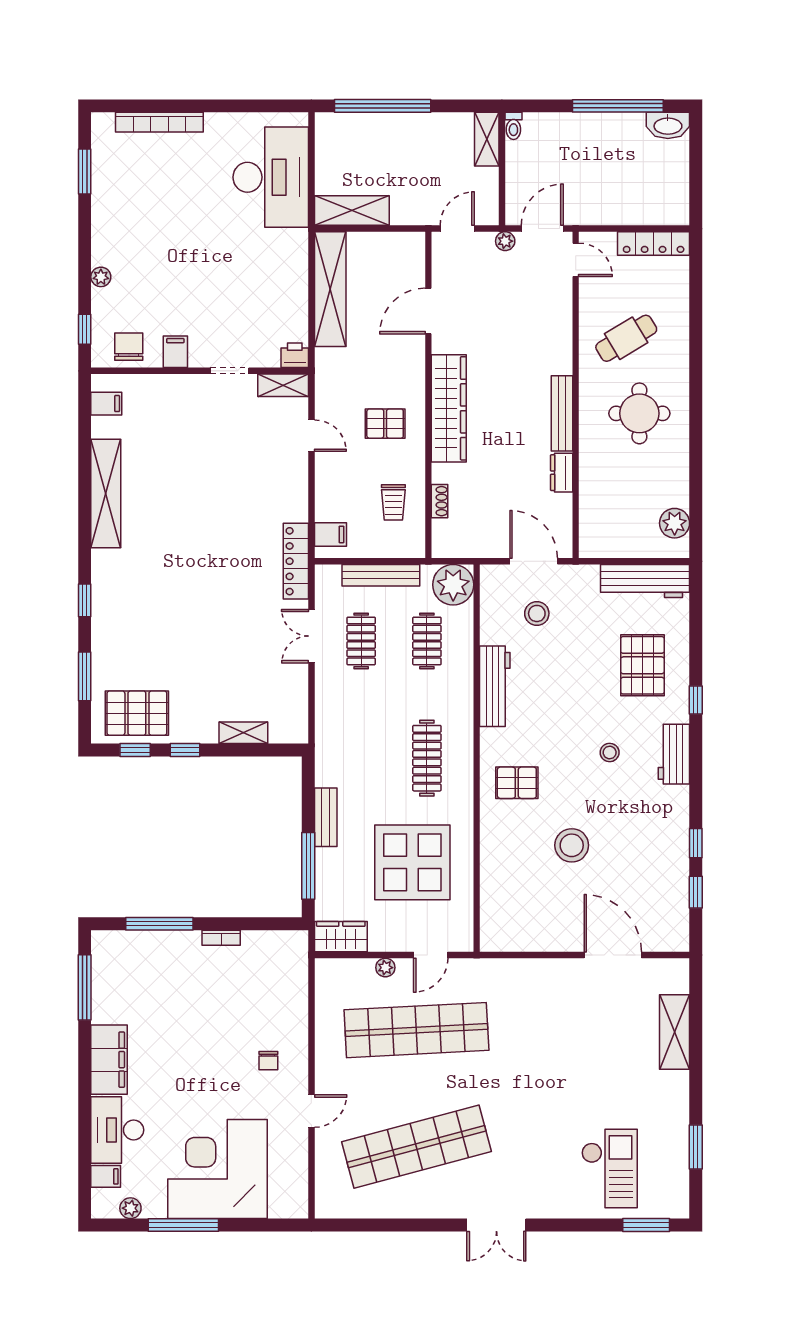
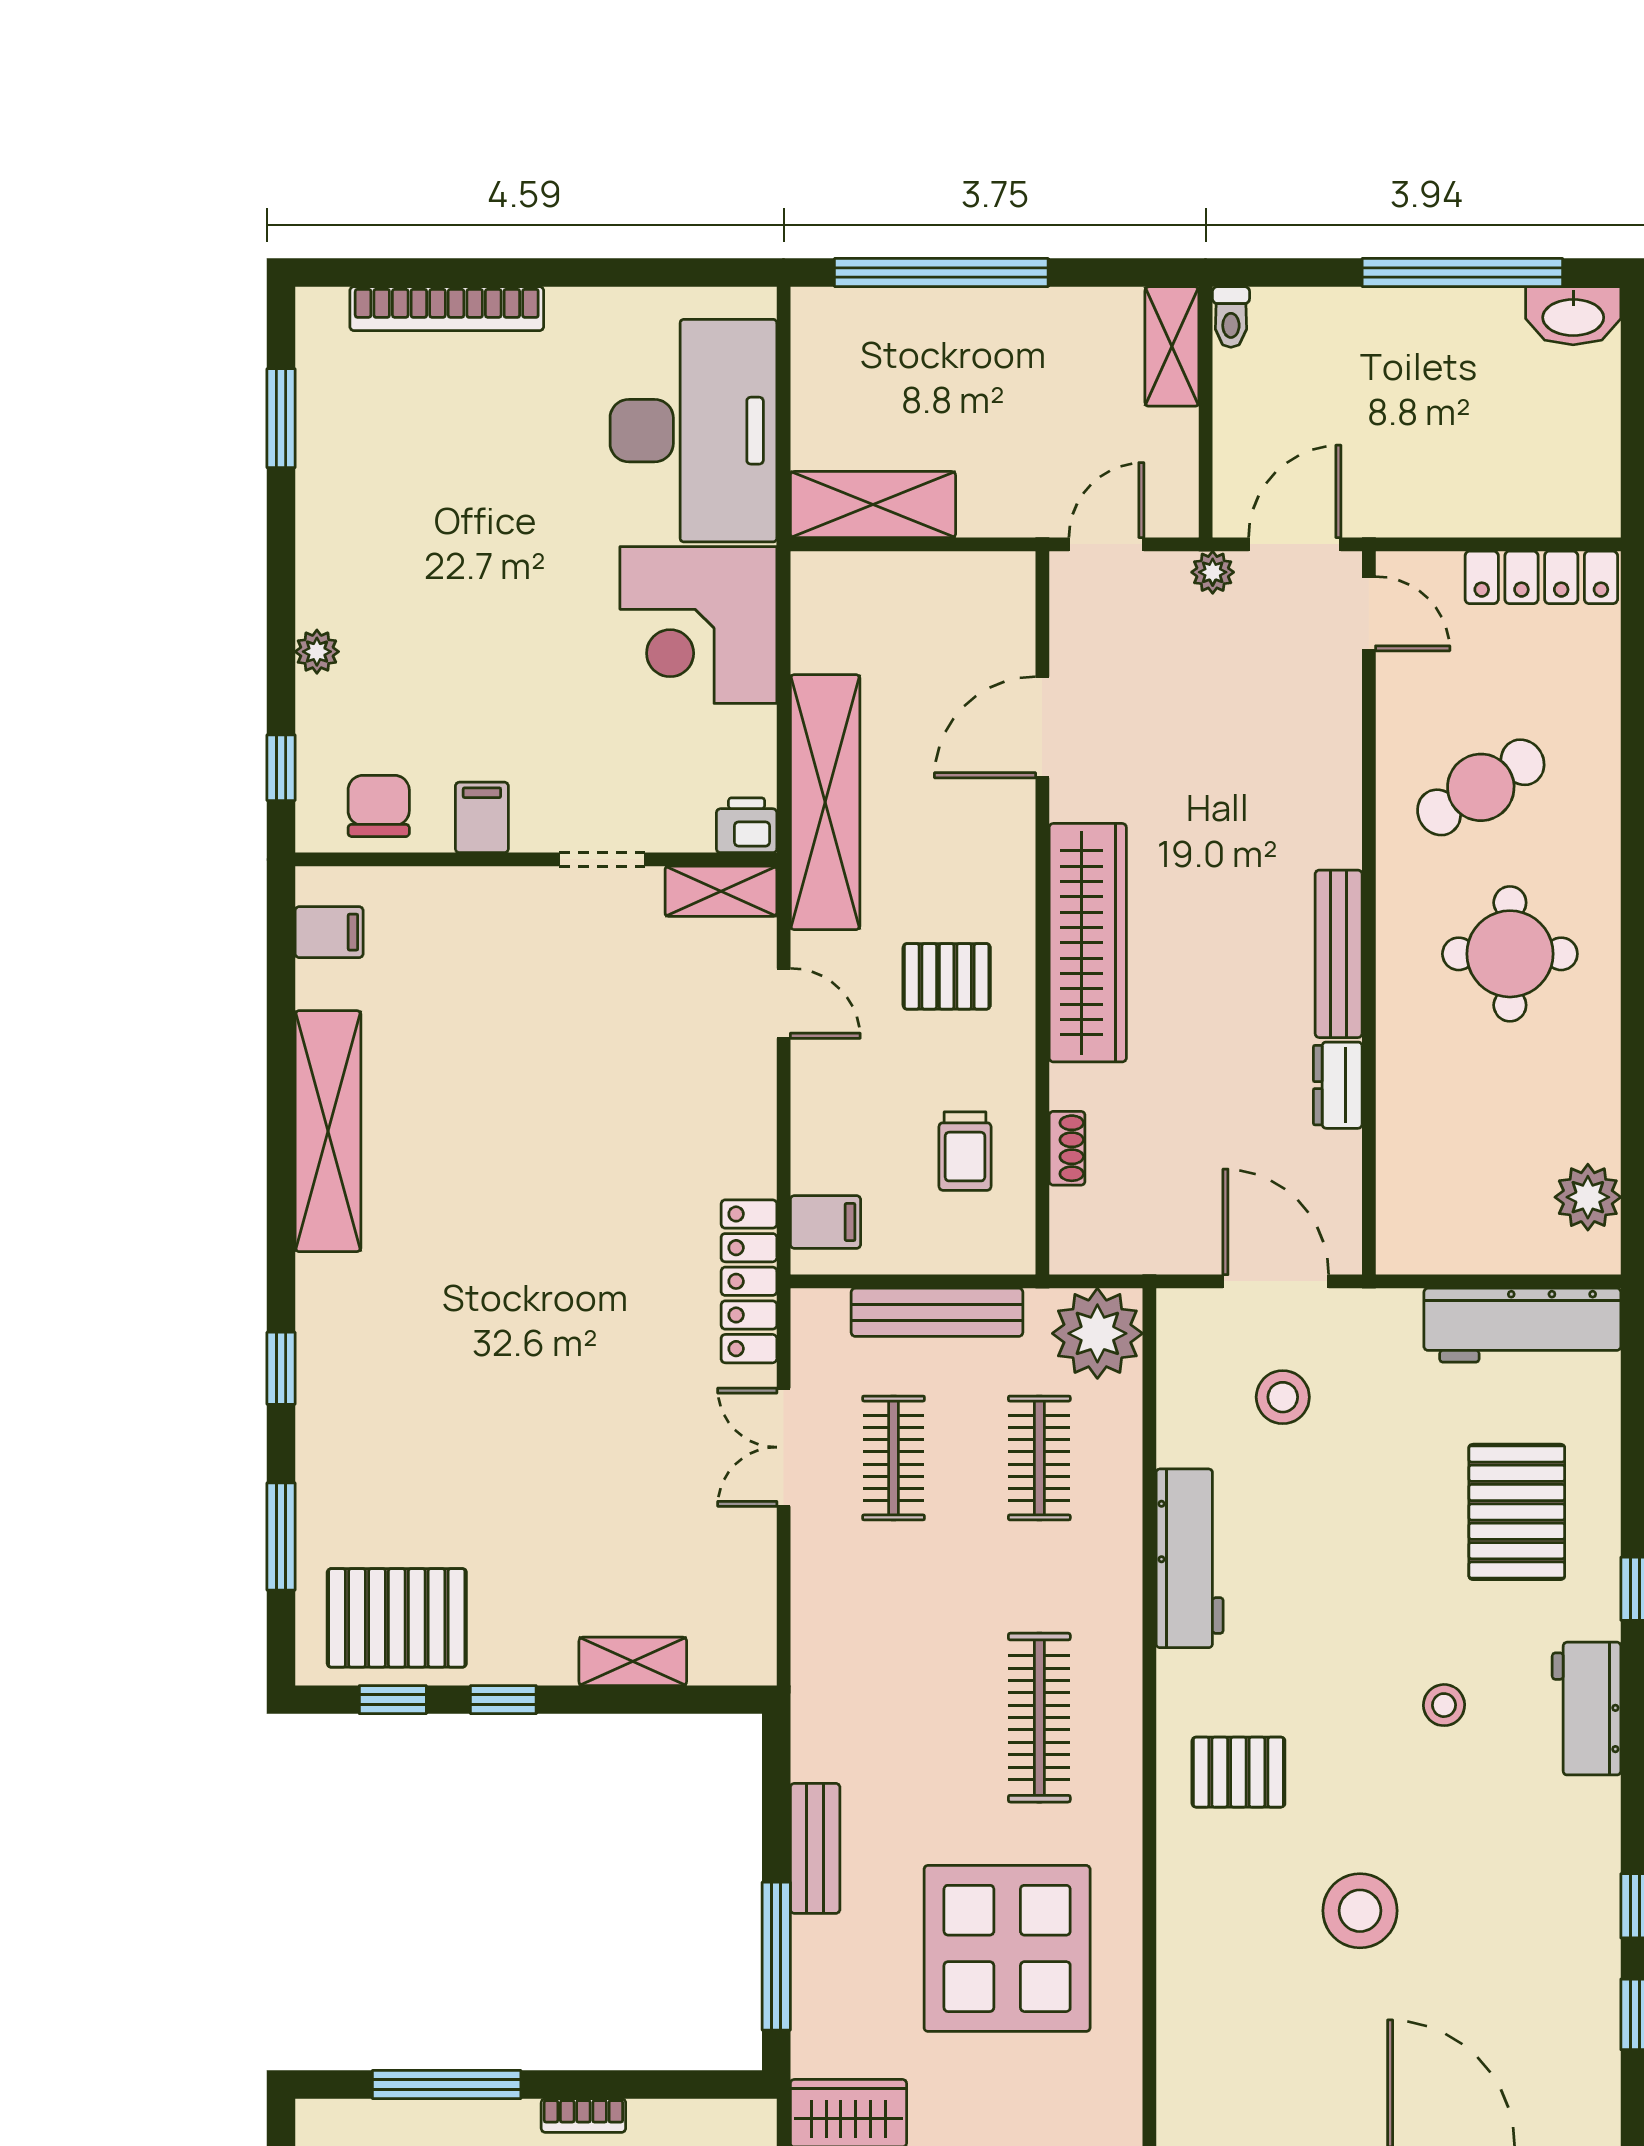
corner desk: (273, 265) -> (698, 625), added
shelving: (330, 289) -> (825, 802), moved

